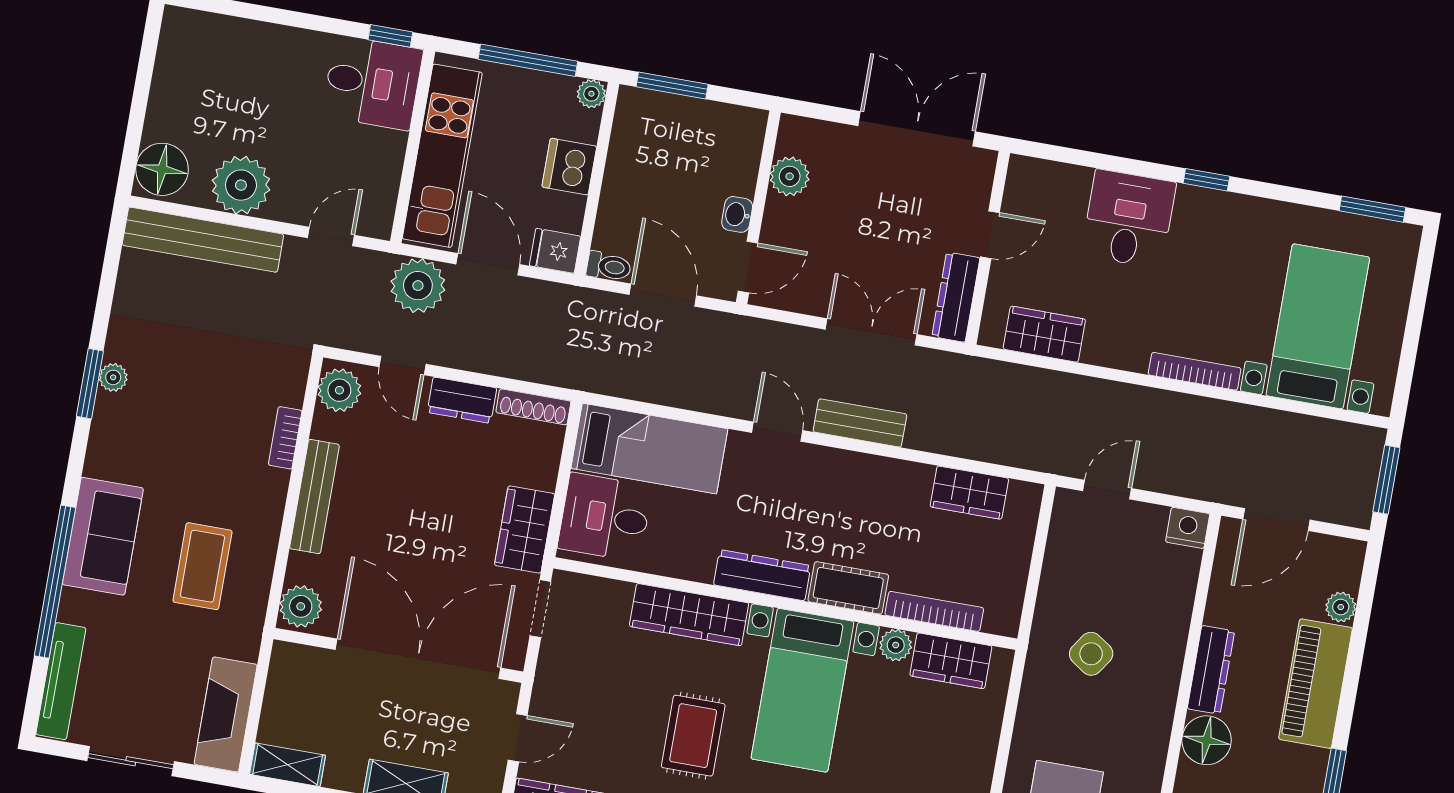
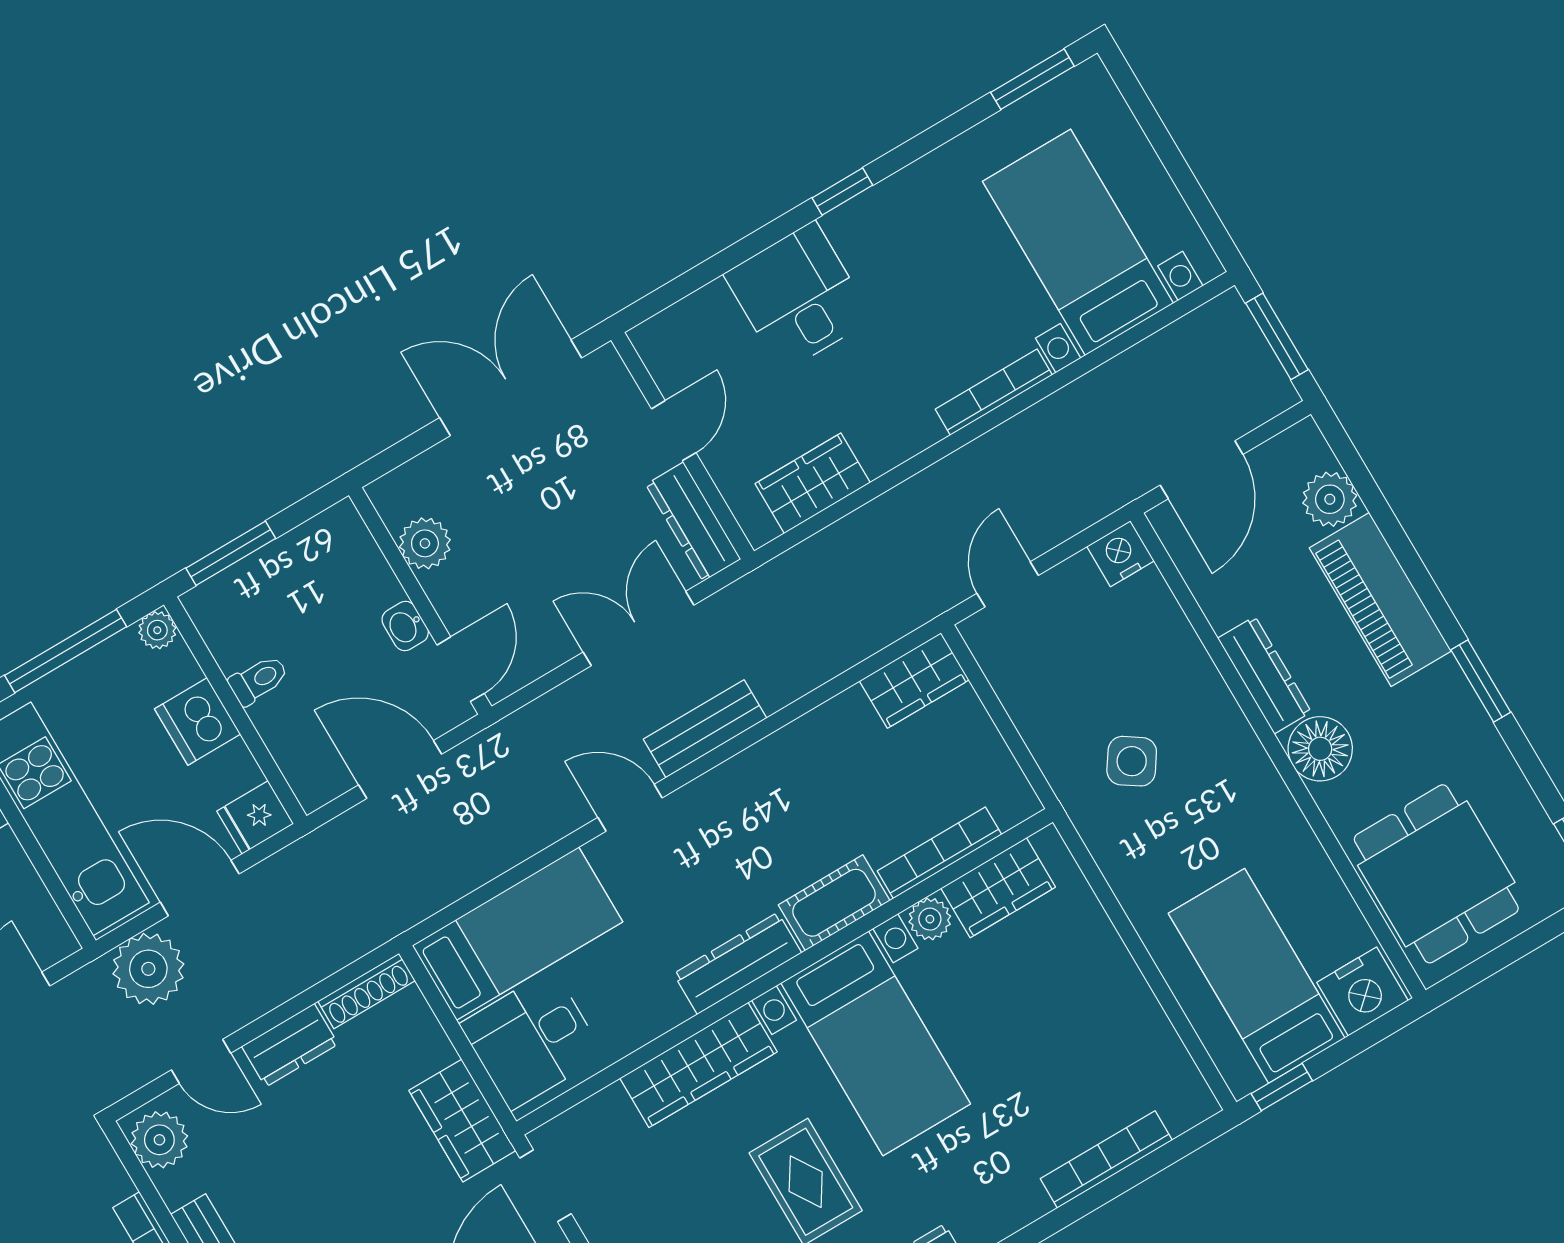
toilet: (609, 266) -> (259, 680), moved
wardrobe: (969, 493) -> (914, 680), moved
plant: (1341, 607) -> (1330, 499), width x1.38, depth x1.38

